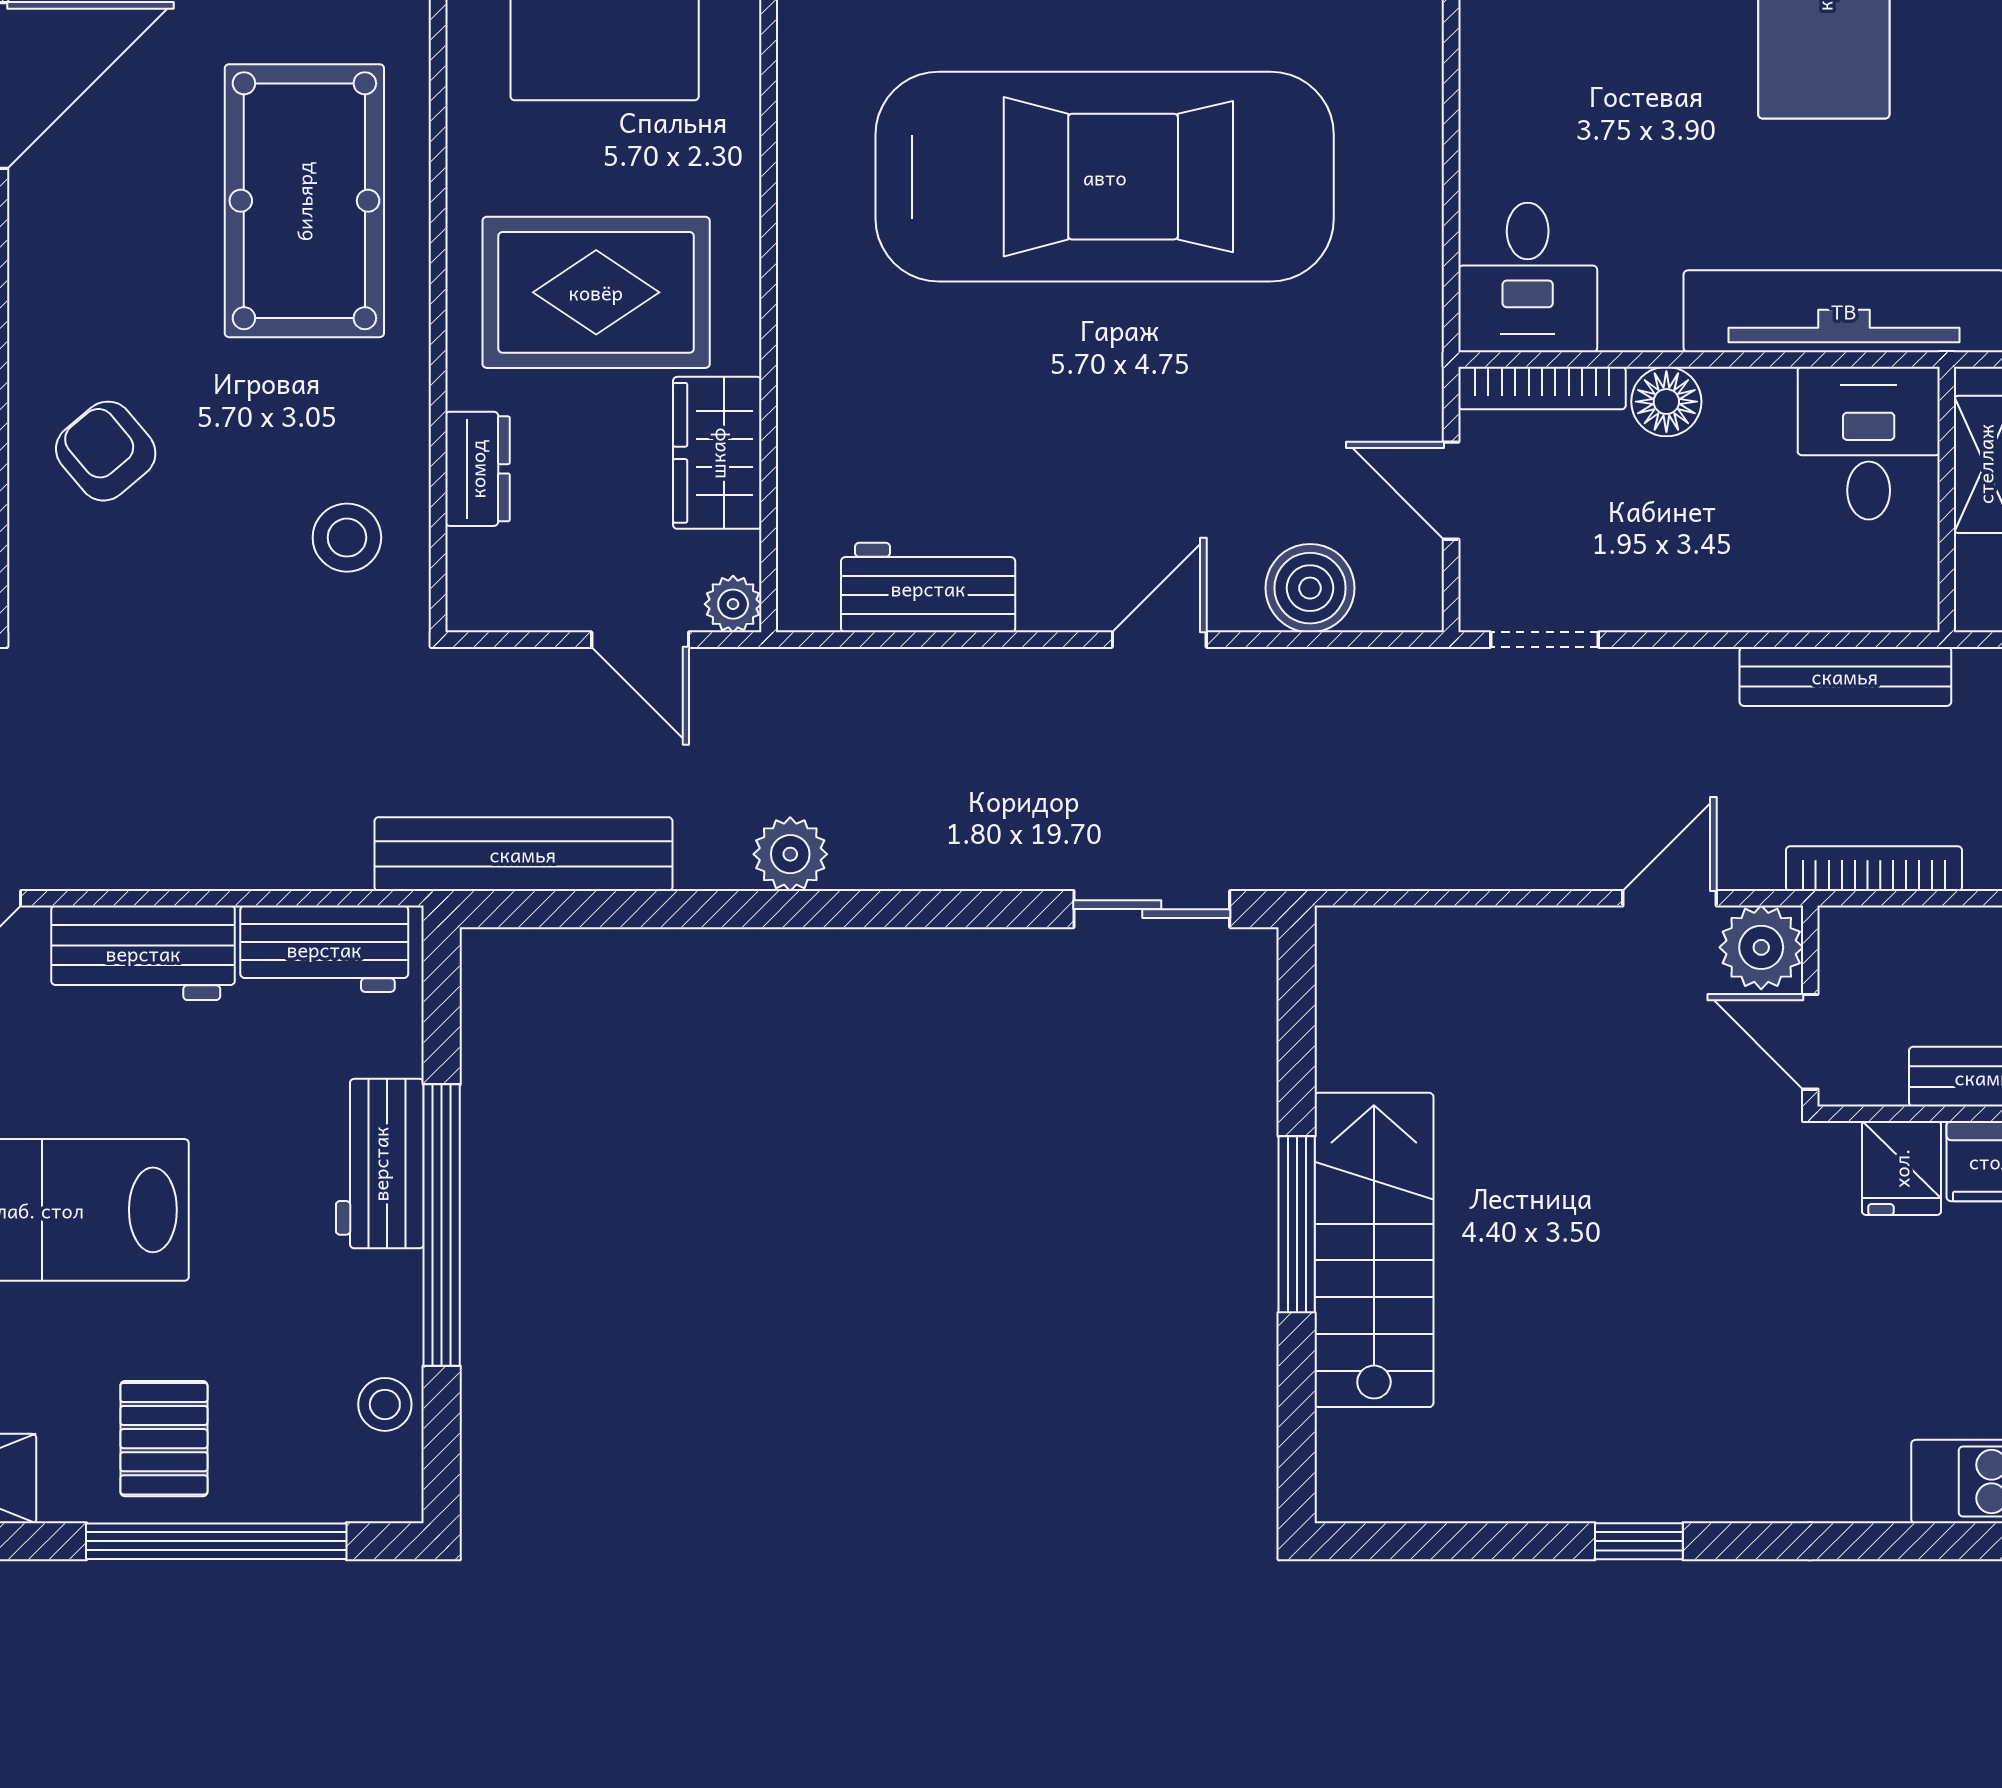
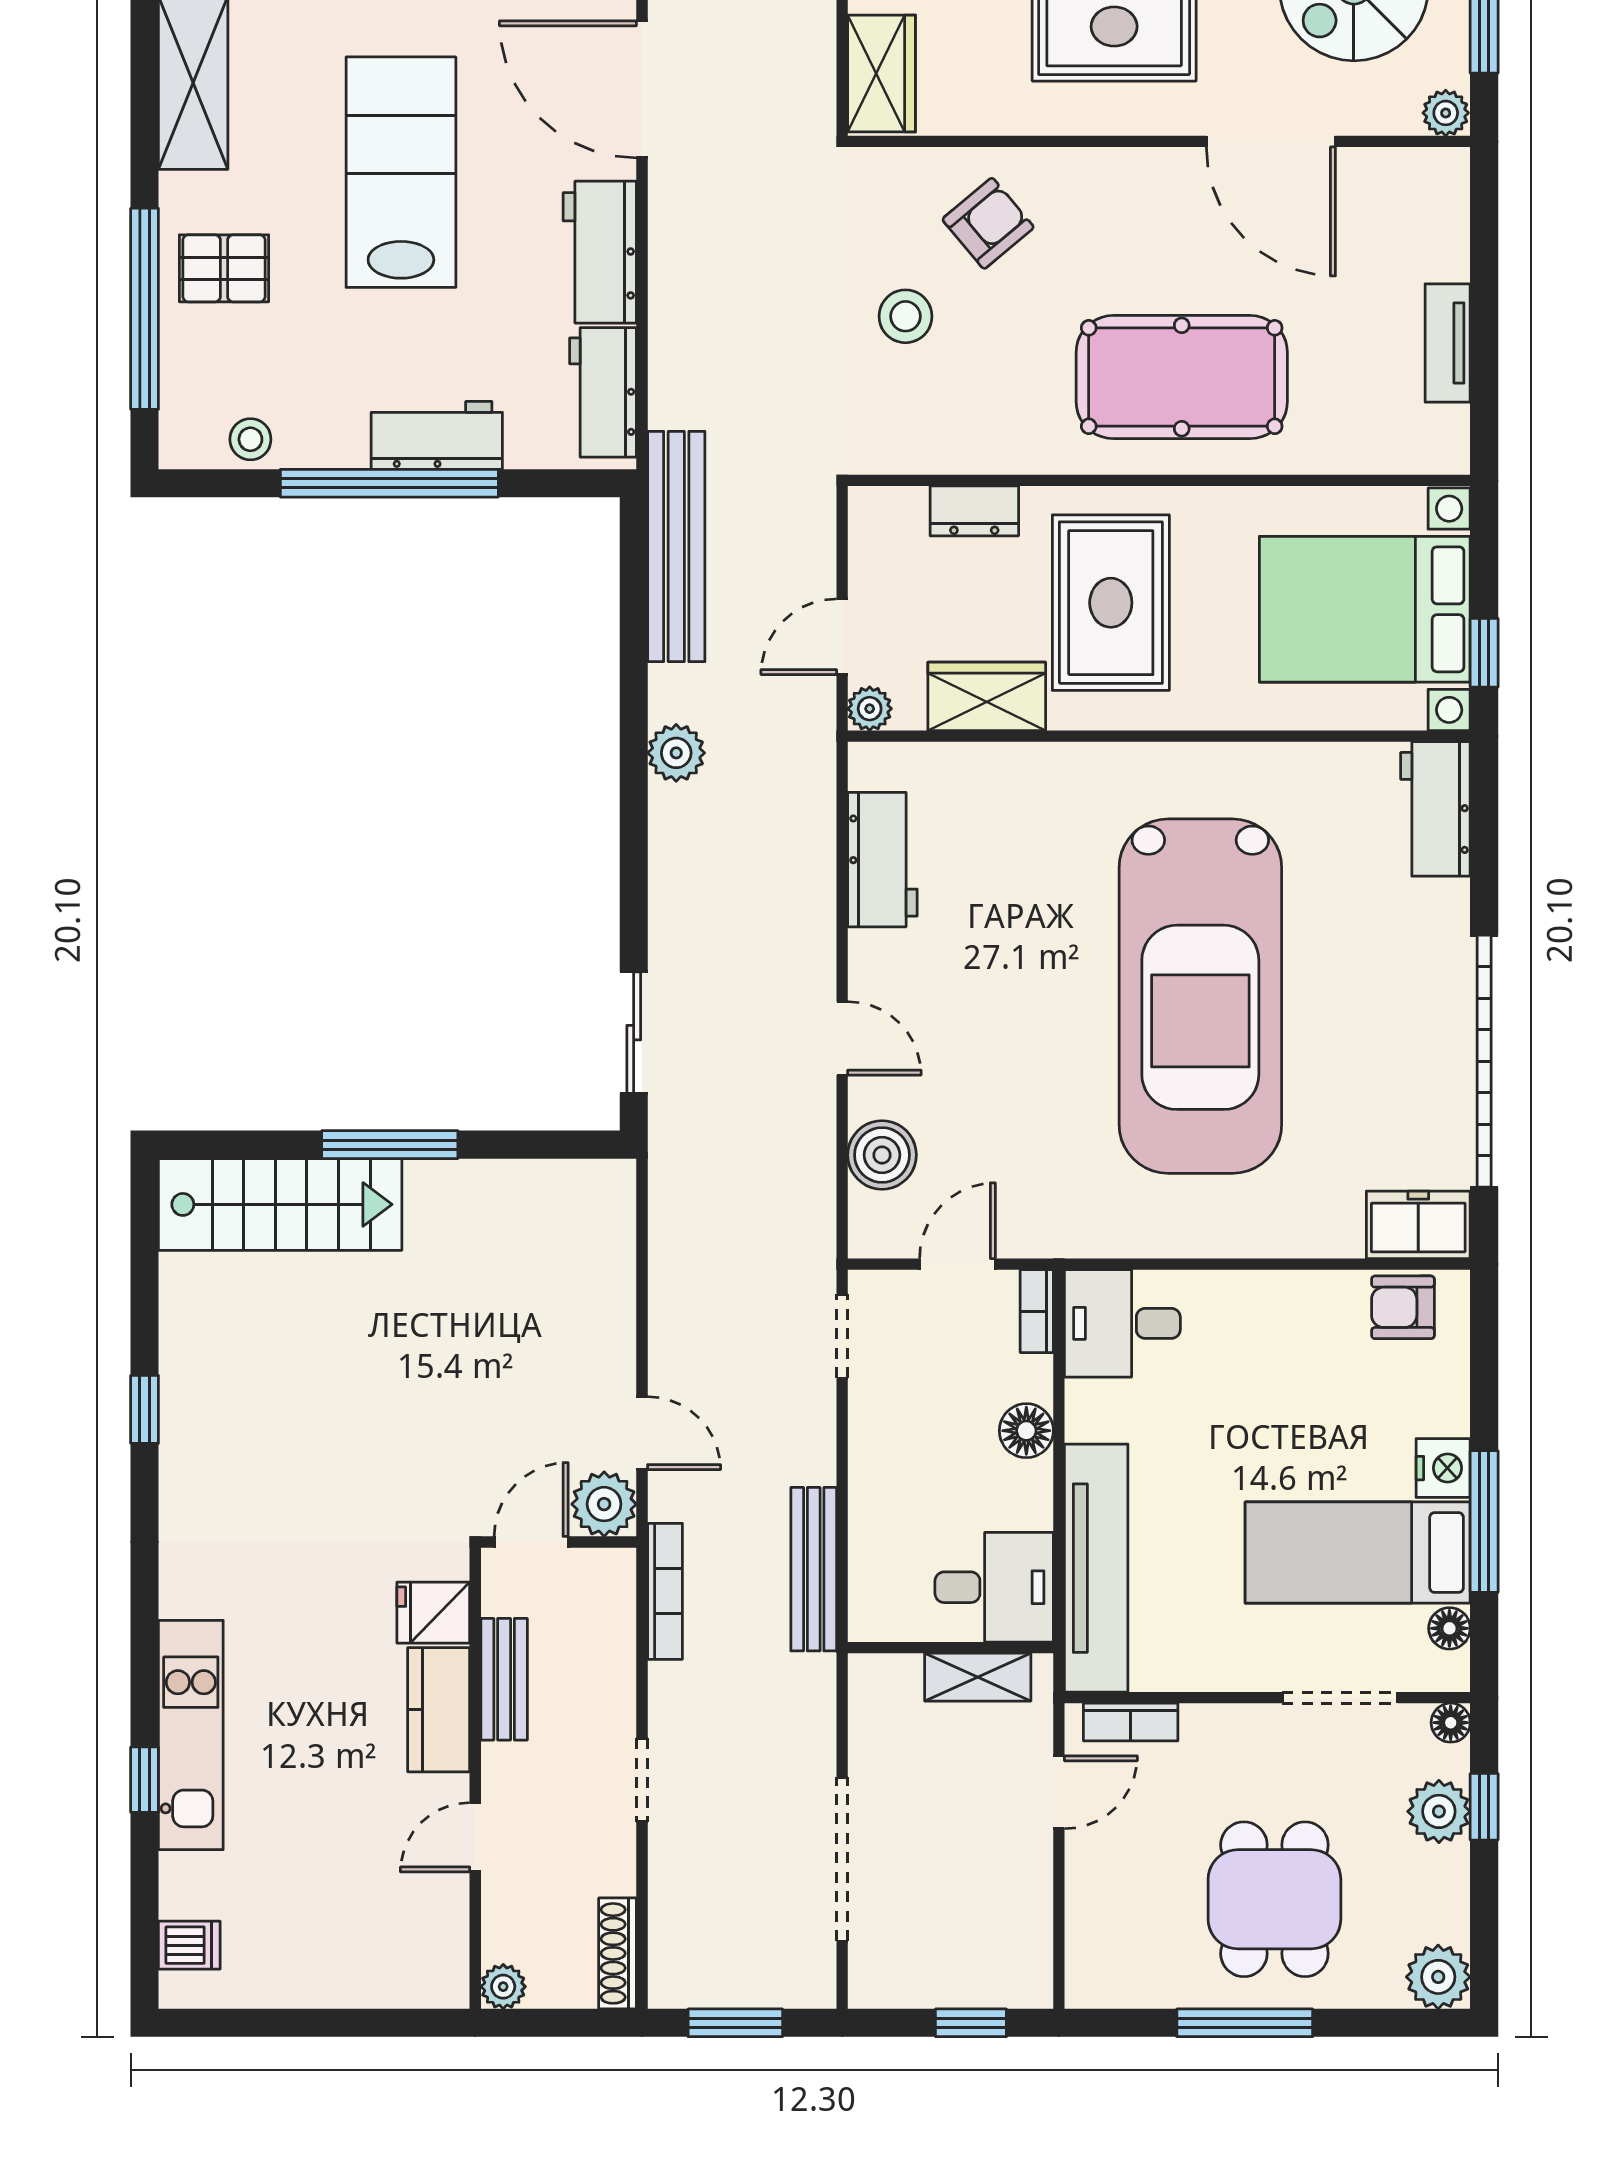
bookcase: (1542, 388) -> (1037, 1311), width x0.64
stool: (347, 538) -> (905, 316), moved
stairs: (1374, 1250) -> (280, 1204), moved

